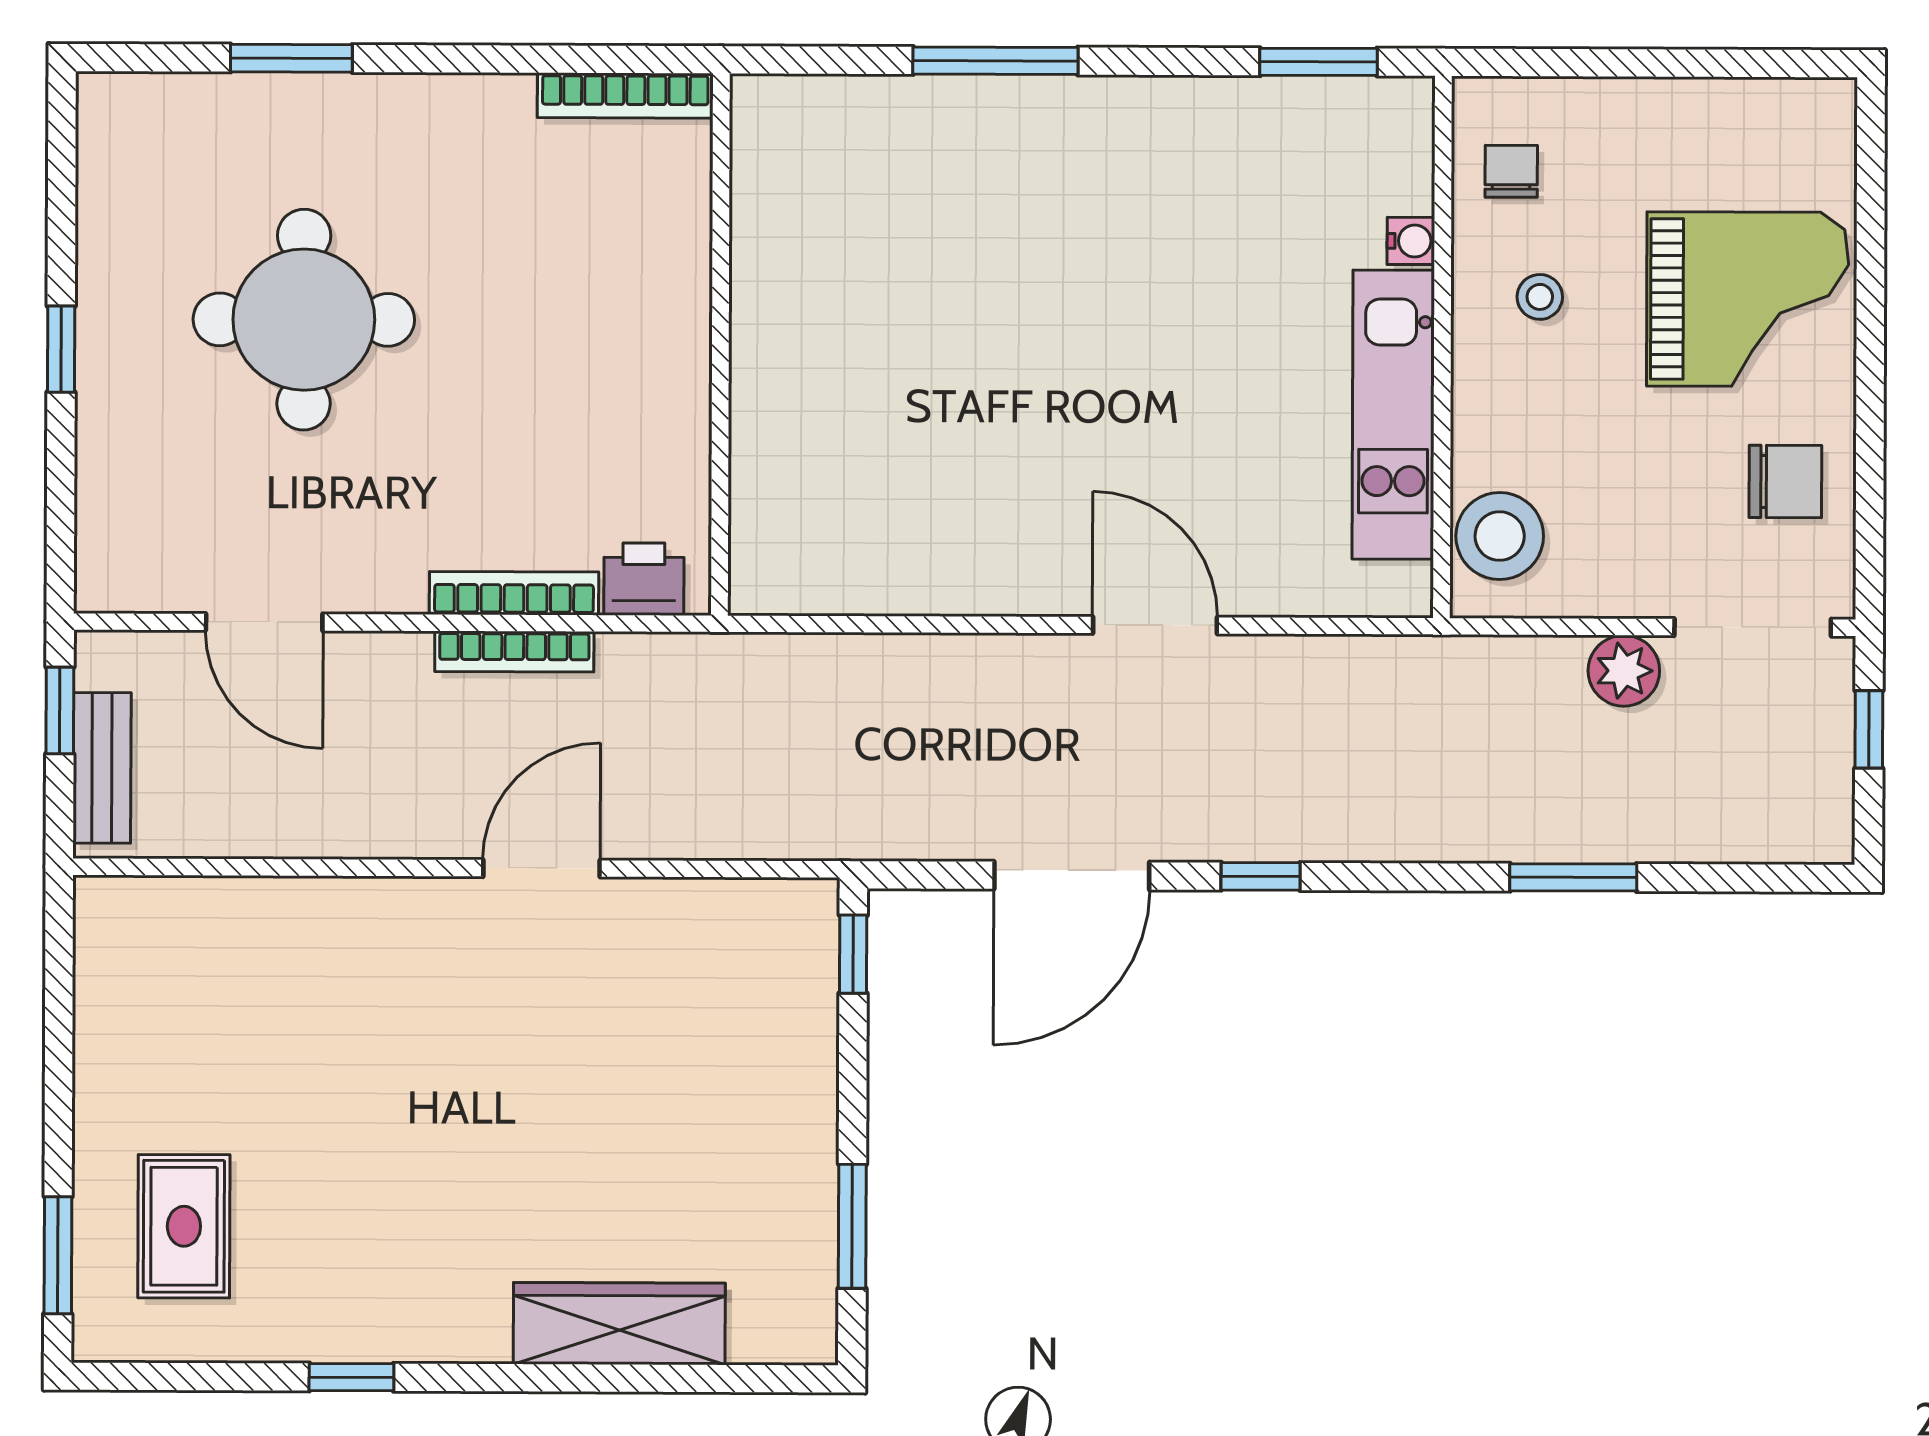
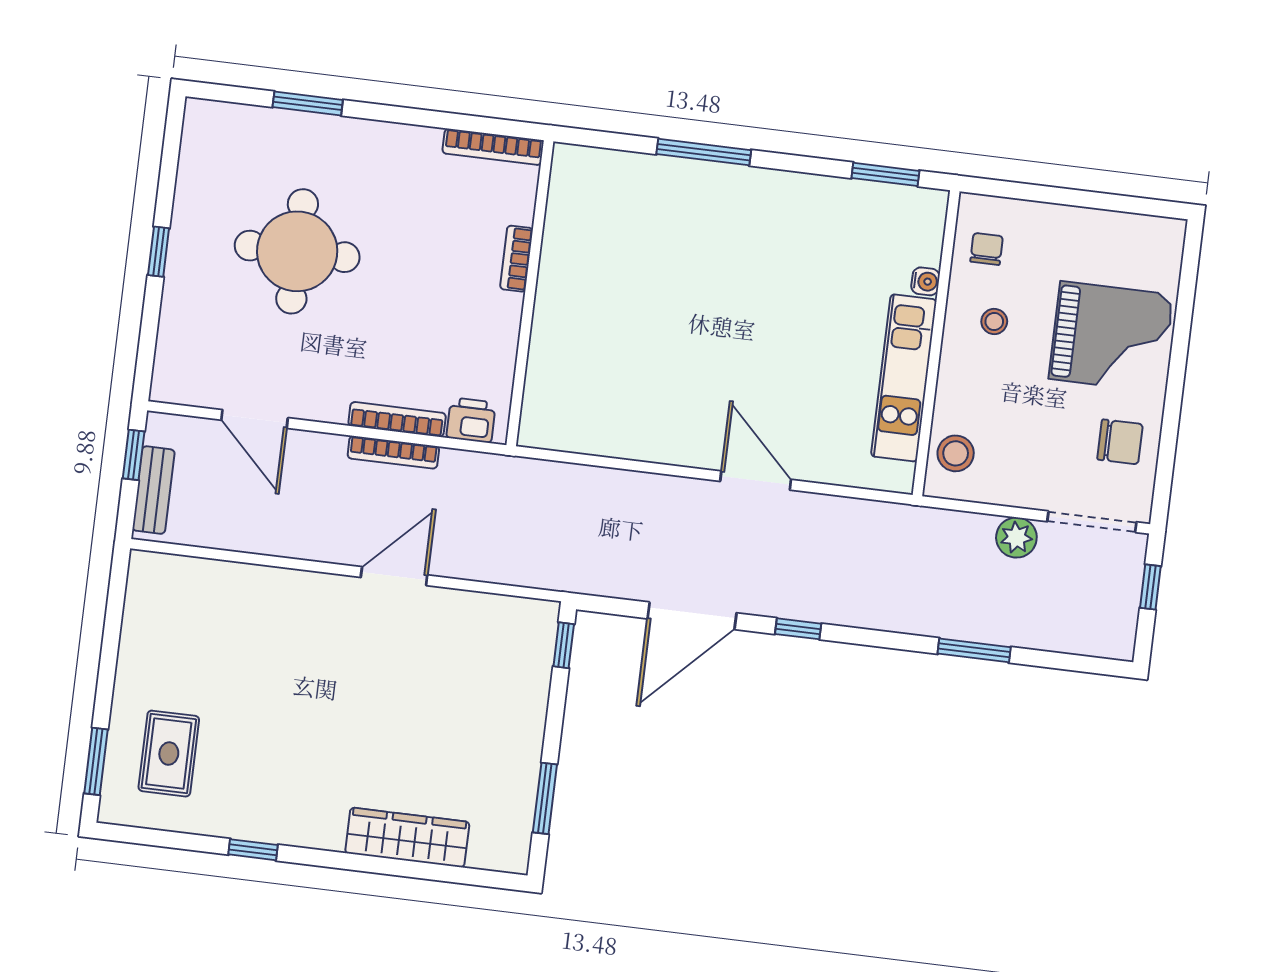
bookcase: (690, 287) -> (516, 259), added
stool: (1500, 536) -> (956, 453), width x0.73, depth x0.73

